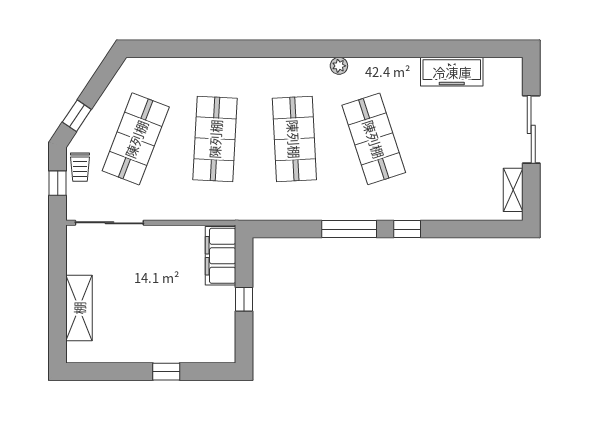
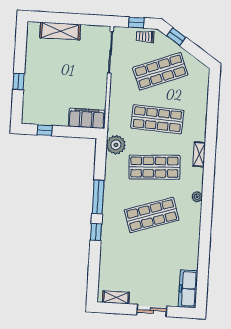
shelving: (269, 66) -> (199, 154), added
freezer: (452, 72) -> (188, 289), moved
sliding door: (531, 129) -> (152, 311), width x0.73
shop shelf: (136, 139) -> (160, 71), turned -42
plant: (261, 205) -> (116, 145), added
window: (244, 299) -> (45, 130), moved

